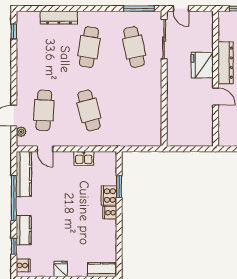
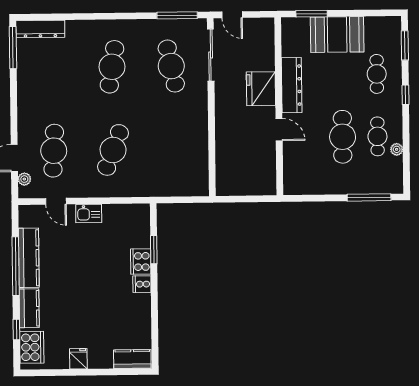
dresser: (59, 18) -> (40, 29), moved
window: (14, 31) -> (13, 47), width x2.17
cafe table: (89, 110) -> (113, 150), turned 36
kitchen sink: (84, 158) -> (89, 213), moved
kitchen counter: (24, 174) -> (29, 258), moved
cooker: (23, 265) -> (32, 347), width x1.87, depth x1.31

